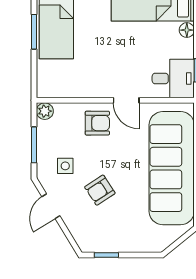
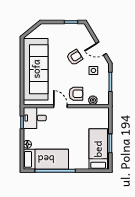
plant: (45, 111) -> (93, 100), moved
armchair: (97, 123) -> (76, 94), turned 180
door: (51, 206) -> (101, 48), swing flipped

